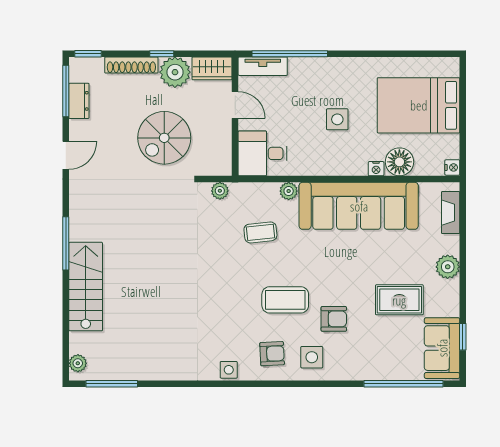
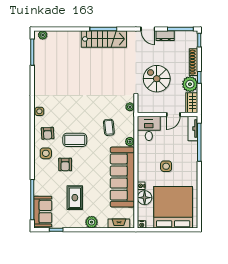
dresser: (79, 101) -> (165, 36), moved
bed: (419, 105) -> (173, 207), width x1.36
stairs: (86, 287) -> (104, 39), moved
coffee table: (285, 300) -> (75, 140), turned 90
sofa: (442, 348) -> (43, 212), moved, turned 90

